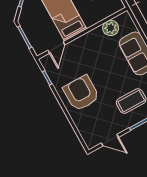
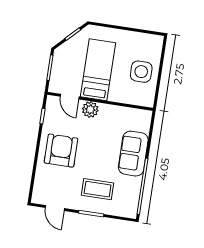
plant: (111, 28) -> (90, 109), moved
door: (56, 47) -> (70, 97), hinge flipped

